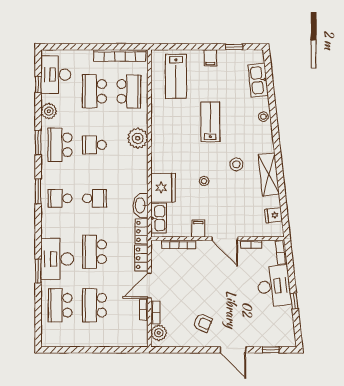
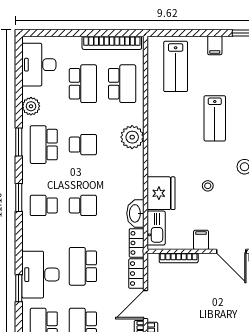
window: (38, 84) -> (19, 76), removed
school desk: (94, 91) -> (83, 84), turned 180
lab bench: (210, 122) -> (215, 118), turned 180
school desk: (94, 145) -> (83, 145), turned 180

